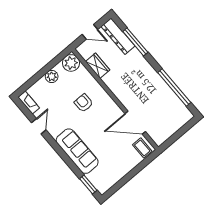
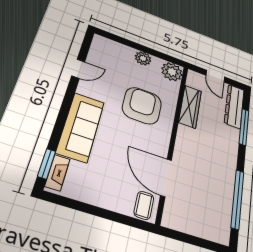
wardrobe: (98, 66) -> (190, 107), width x1.50
fireplace: (29, 103) -> (57, 173), moved
armchair: (84, 103) -> (142, 106), width x1.88, depth x1.88

